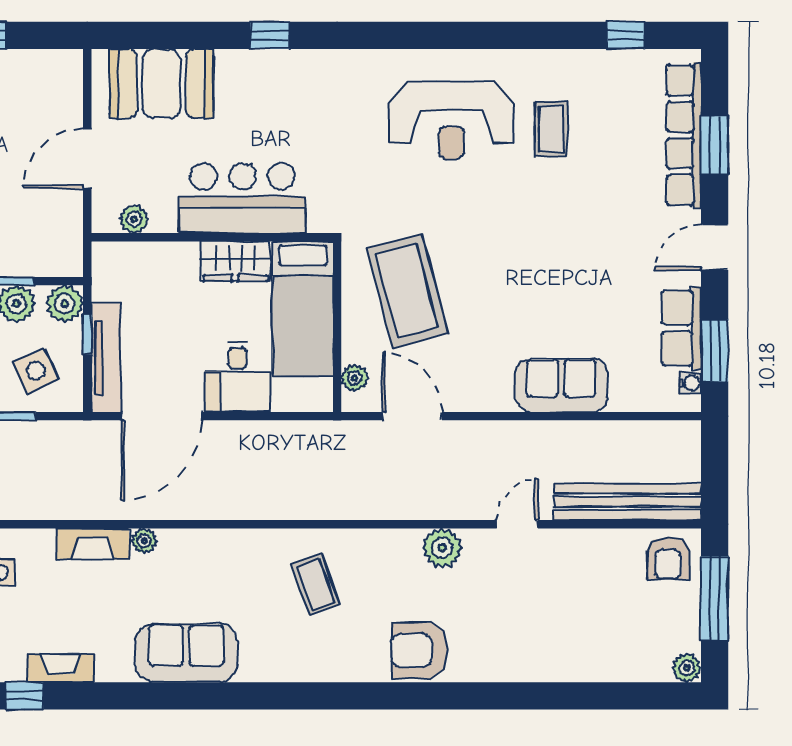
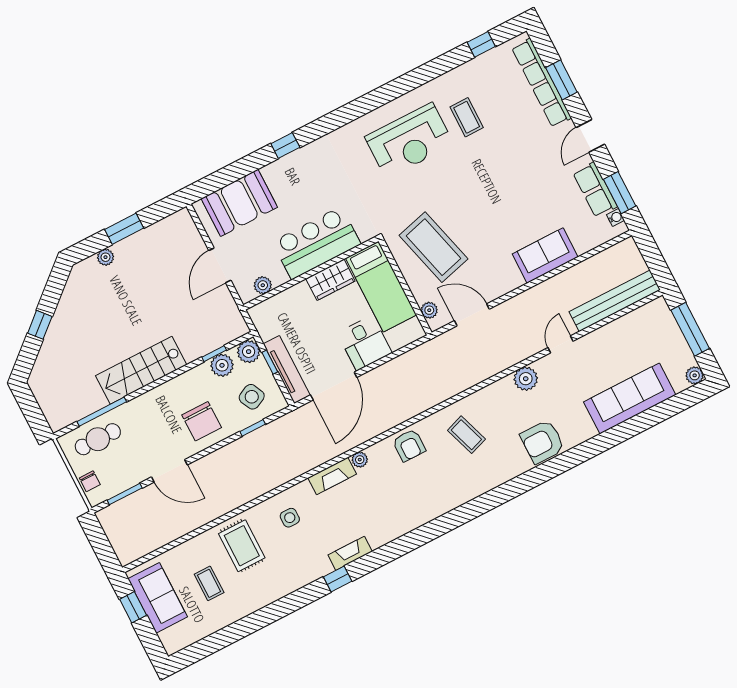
armchair: (668, 558) -> (409, 445), moved
sofa: (186, 653) -> (630, 398), moved, width x1.36

